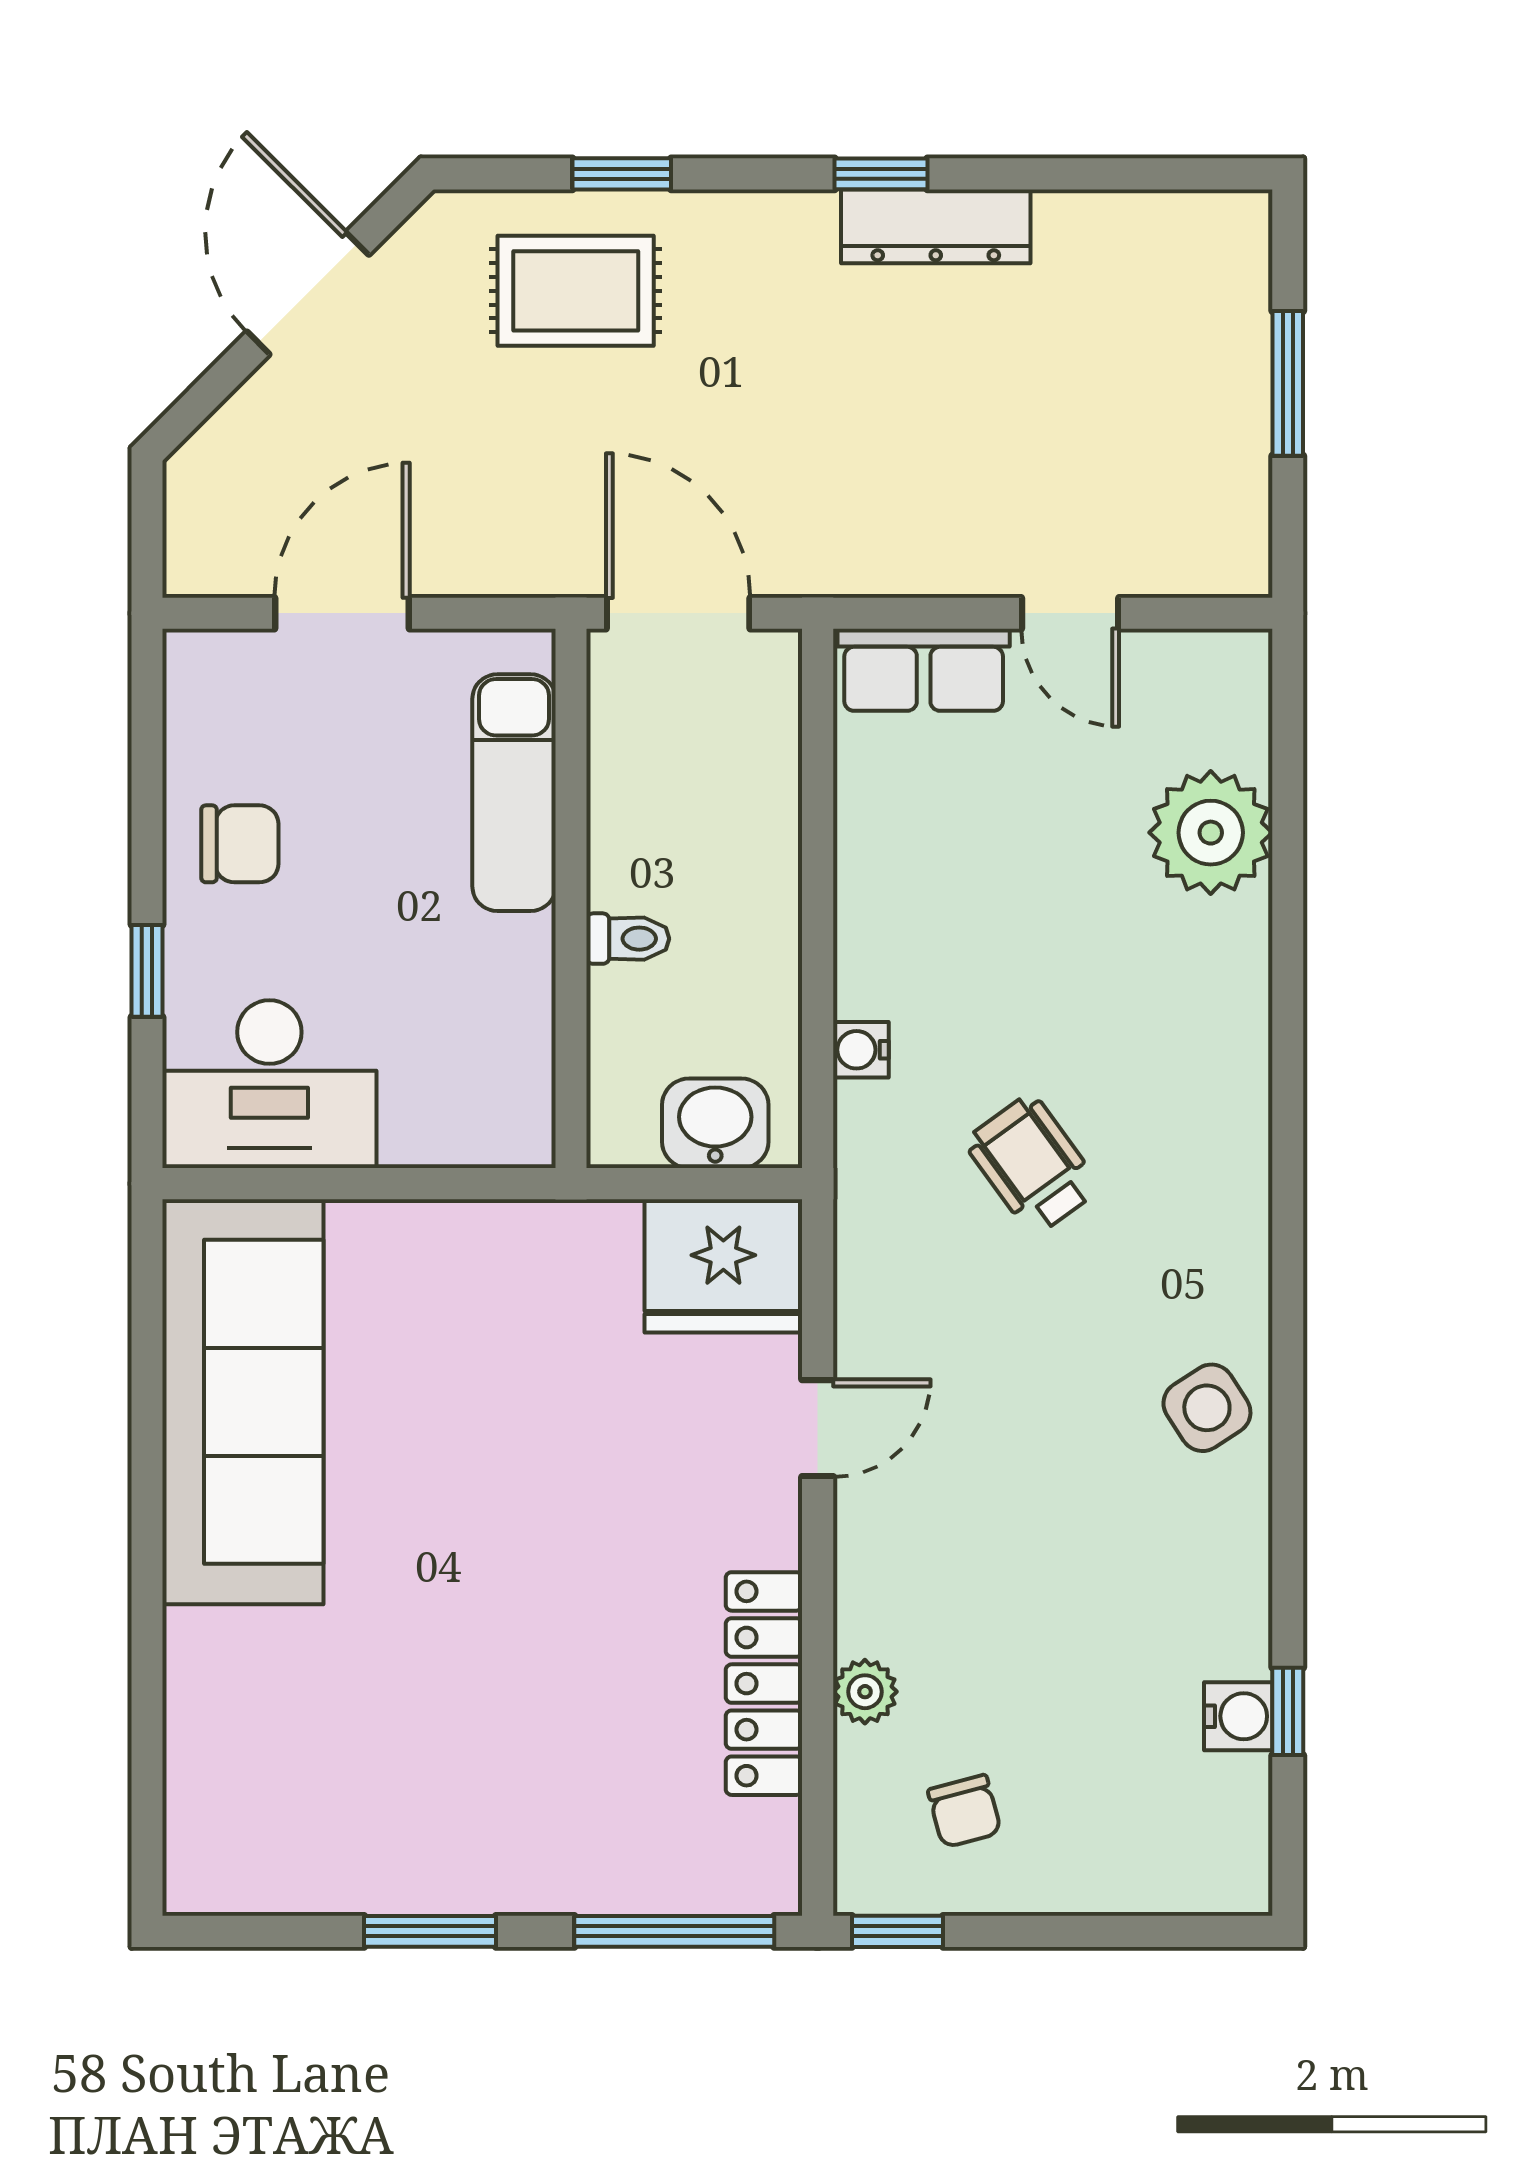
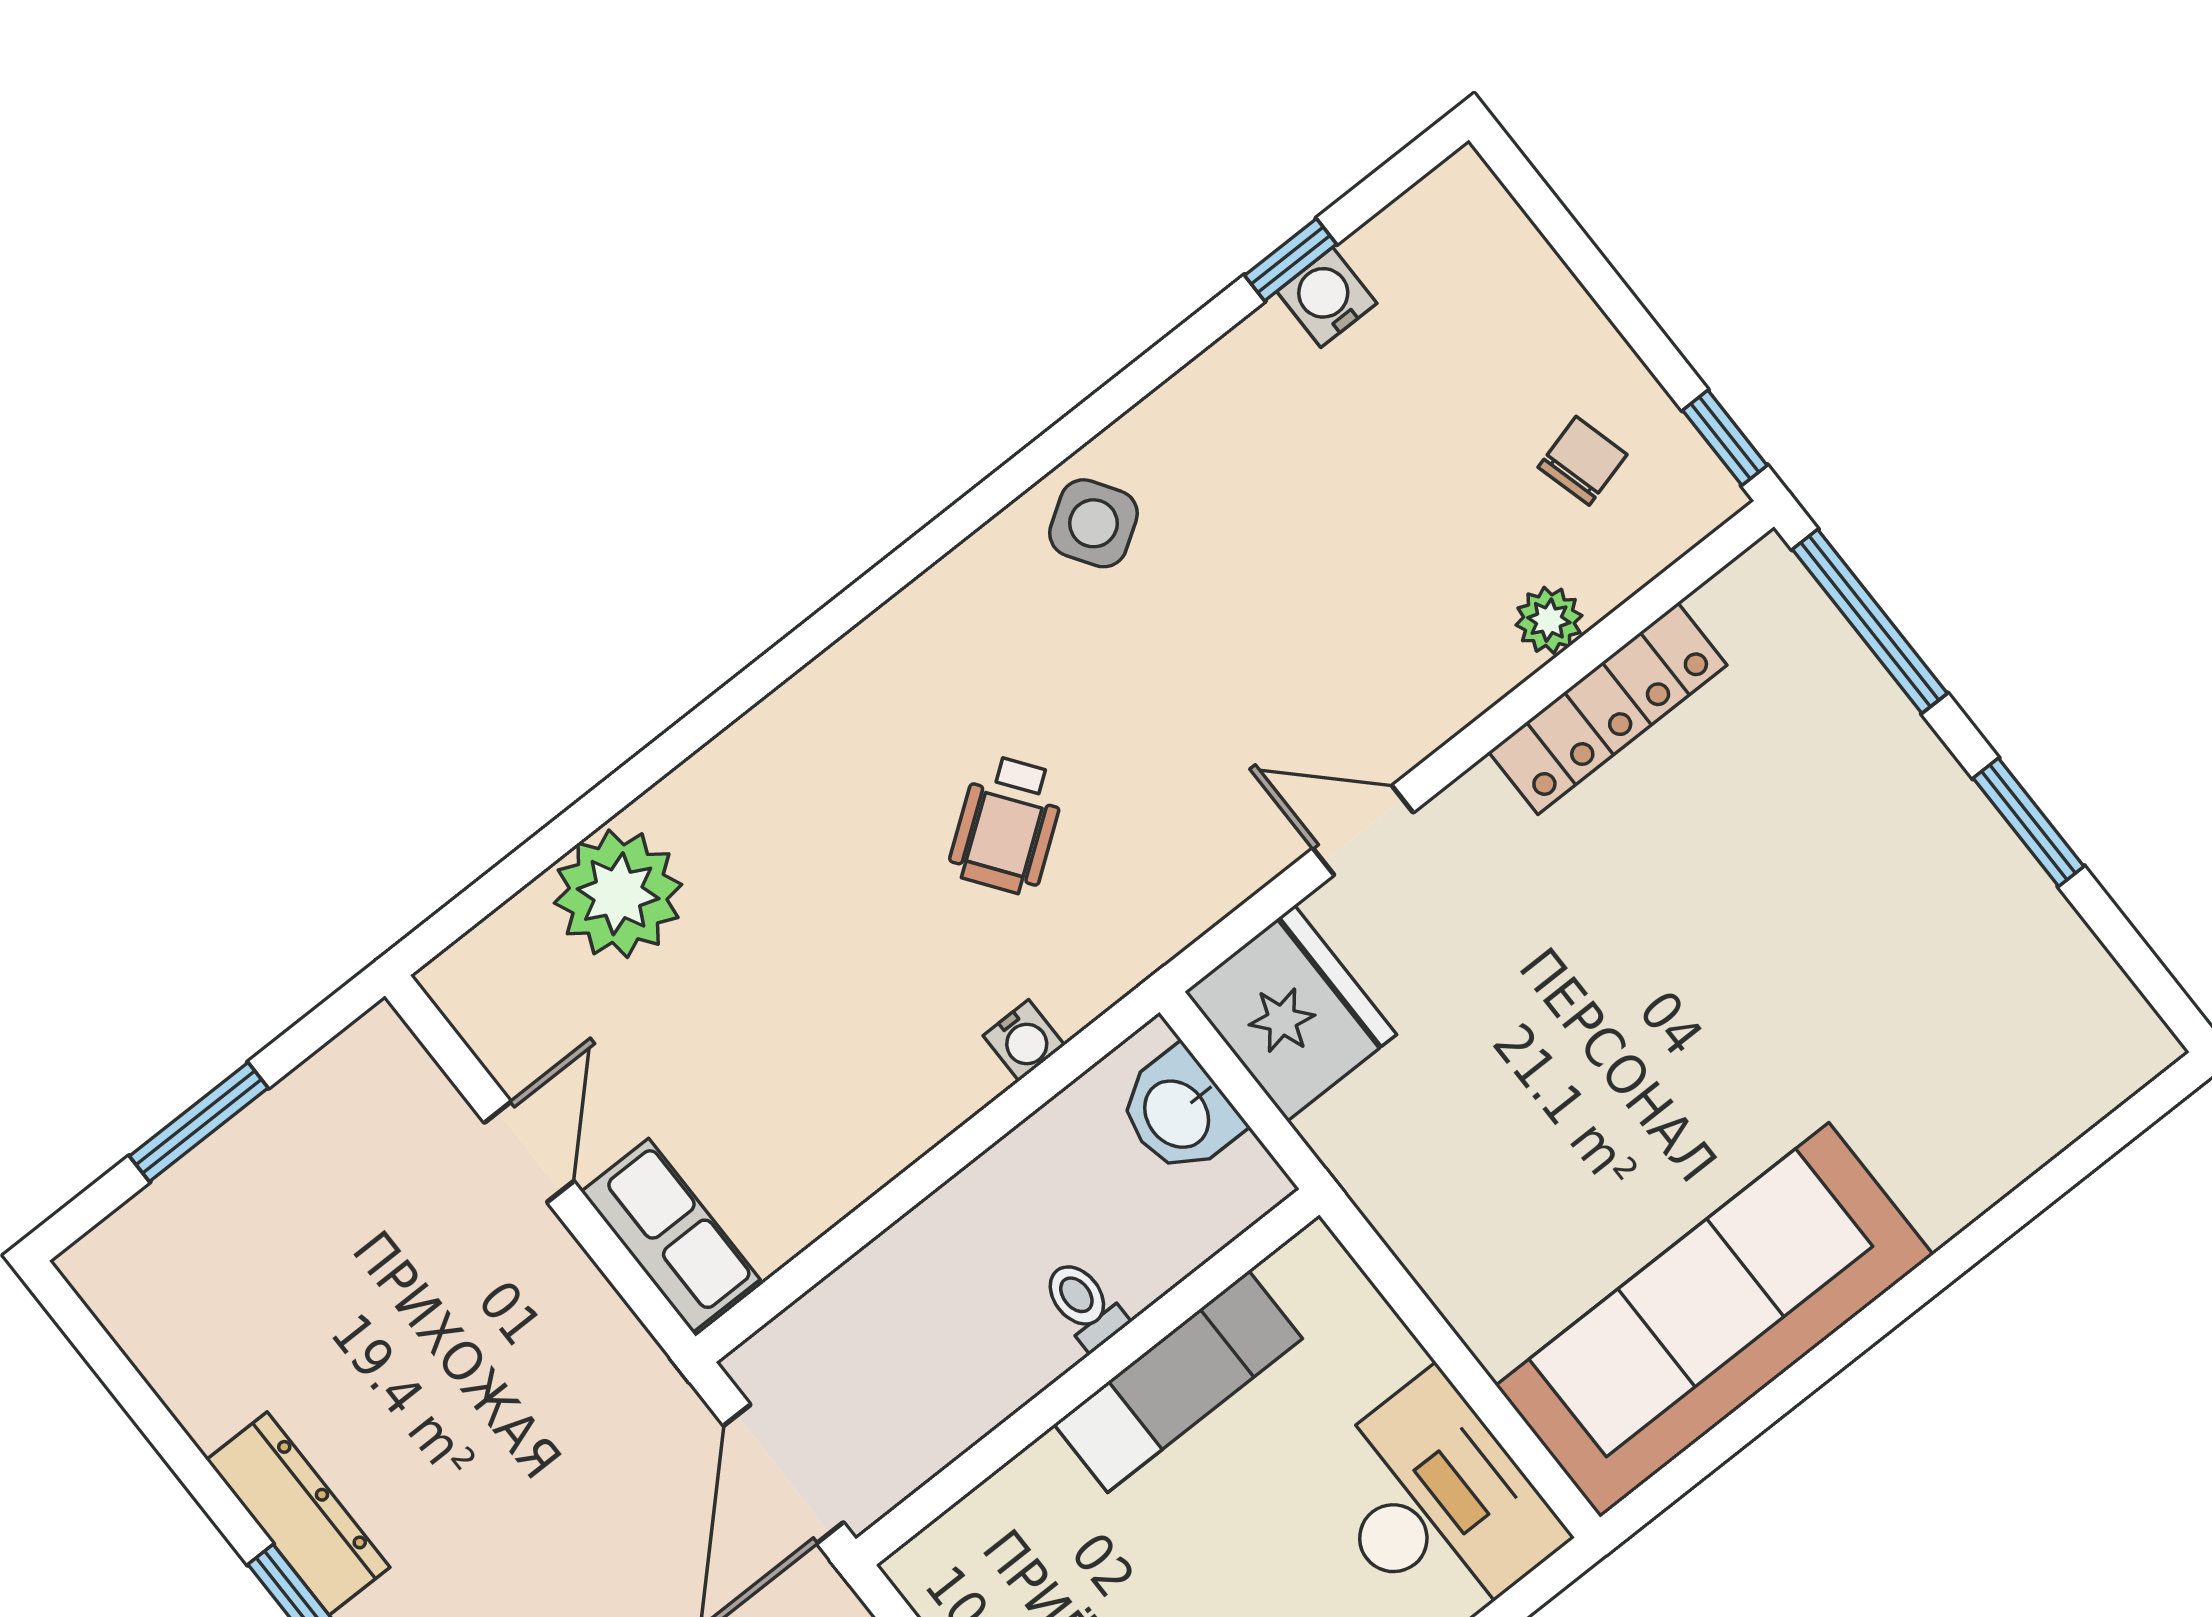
exam couch: (514, 793) -> (1178, 1382), moved

